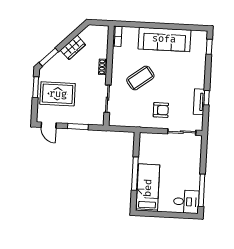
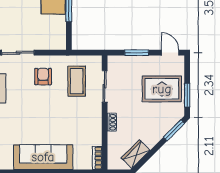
wardrobe: (73, 47) -> (136, 154), moved
coffee table: (140, 78) -> (77, 81), moved, turned -53
armchair: (161, 110) -> (43, 77), turned 90

